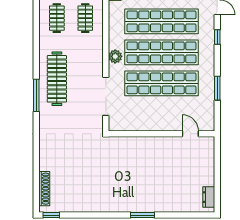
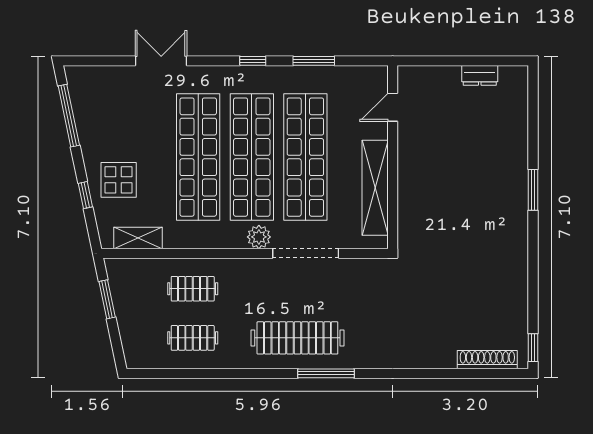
window: (217, 37) -> (253, 61), moved
doorway: (106, 96) -> (306, 253), moved
shelving: (144, 124) -> (375, 188), added
dresser: (209, 197) -> (480, 75), moved

